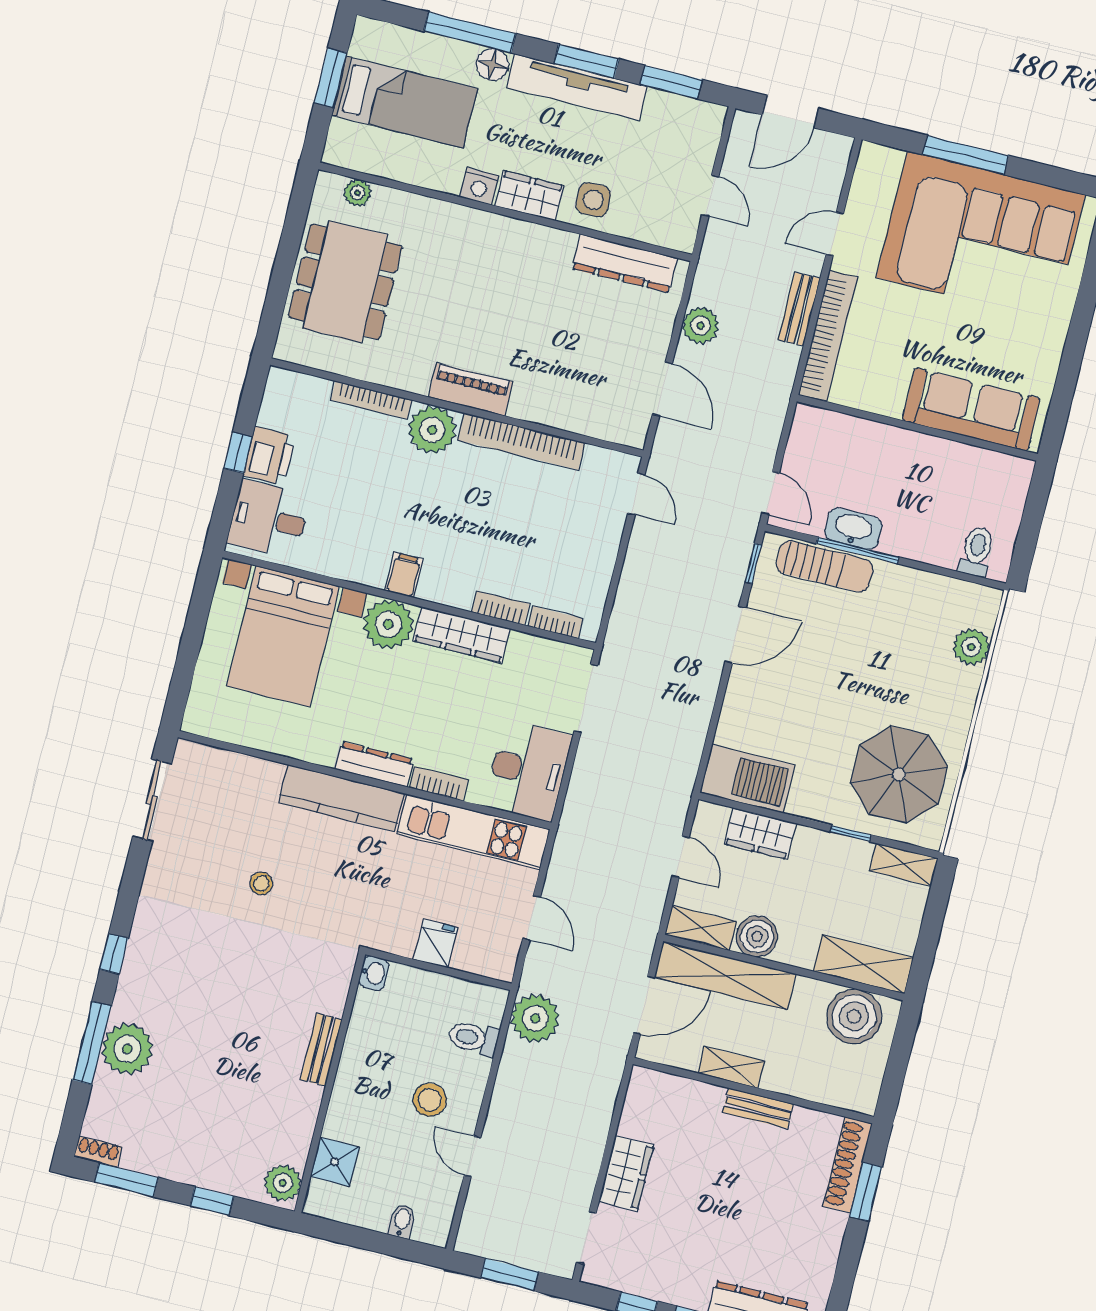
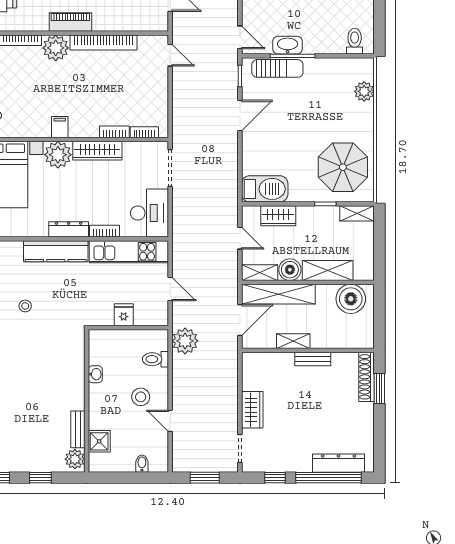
shelving: (863, 964) -> (328, 271), moved
washbasin: (374, 973) -> (95, 374), moved
bench: (321, 1050) -> (78, 429), moved

